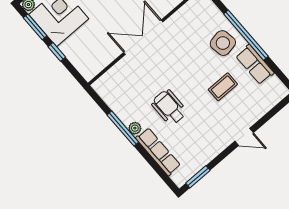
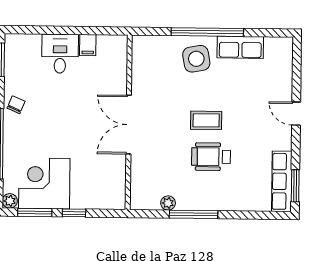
coffee table: (223, 87) -> (206, 120), moved, turned 90
plant: (135, 128) -> (168, 203), moved
door: (244, 137) -> (296, 114), swing flipped
row of seats: (158, 152) -> (282, 181), moved, turned -90

